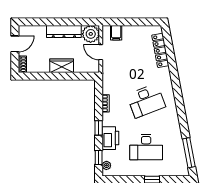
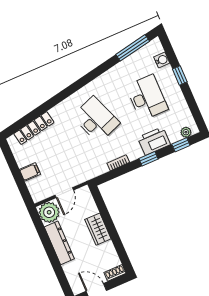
filing cabinet: (116, 33) -> (30, 172), moved
water cooler: (170, 171) -> (162, 60), added

